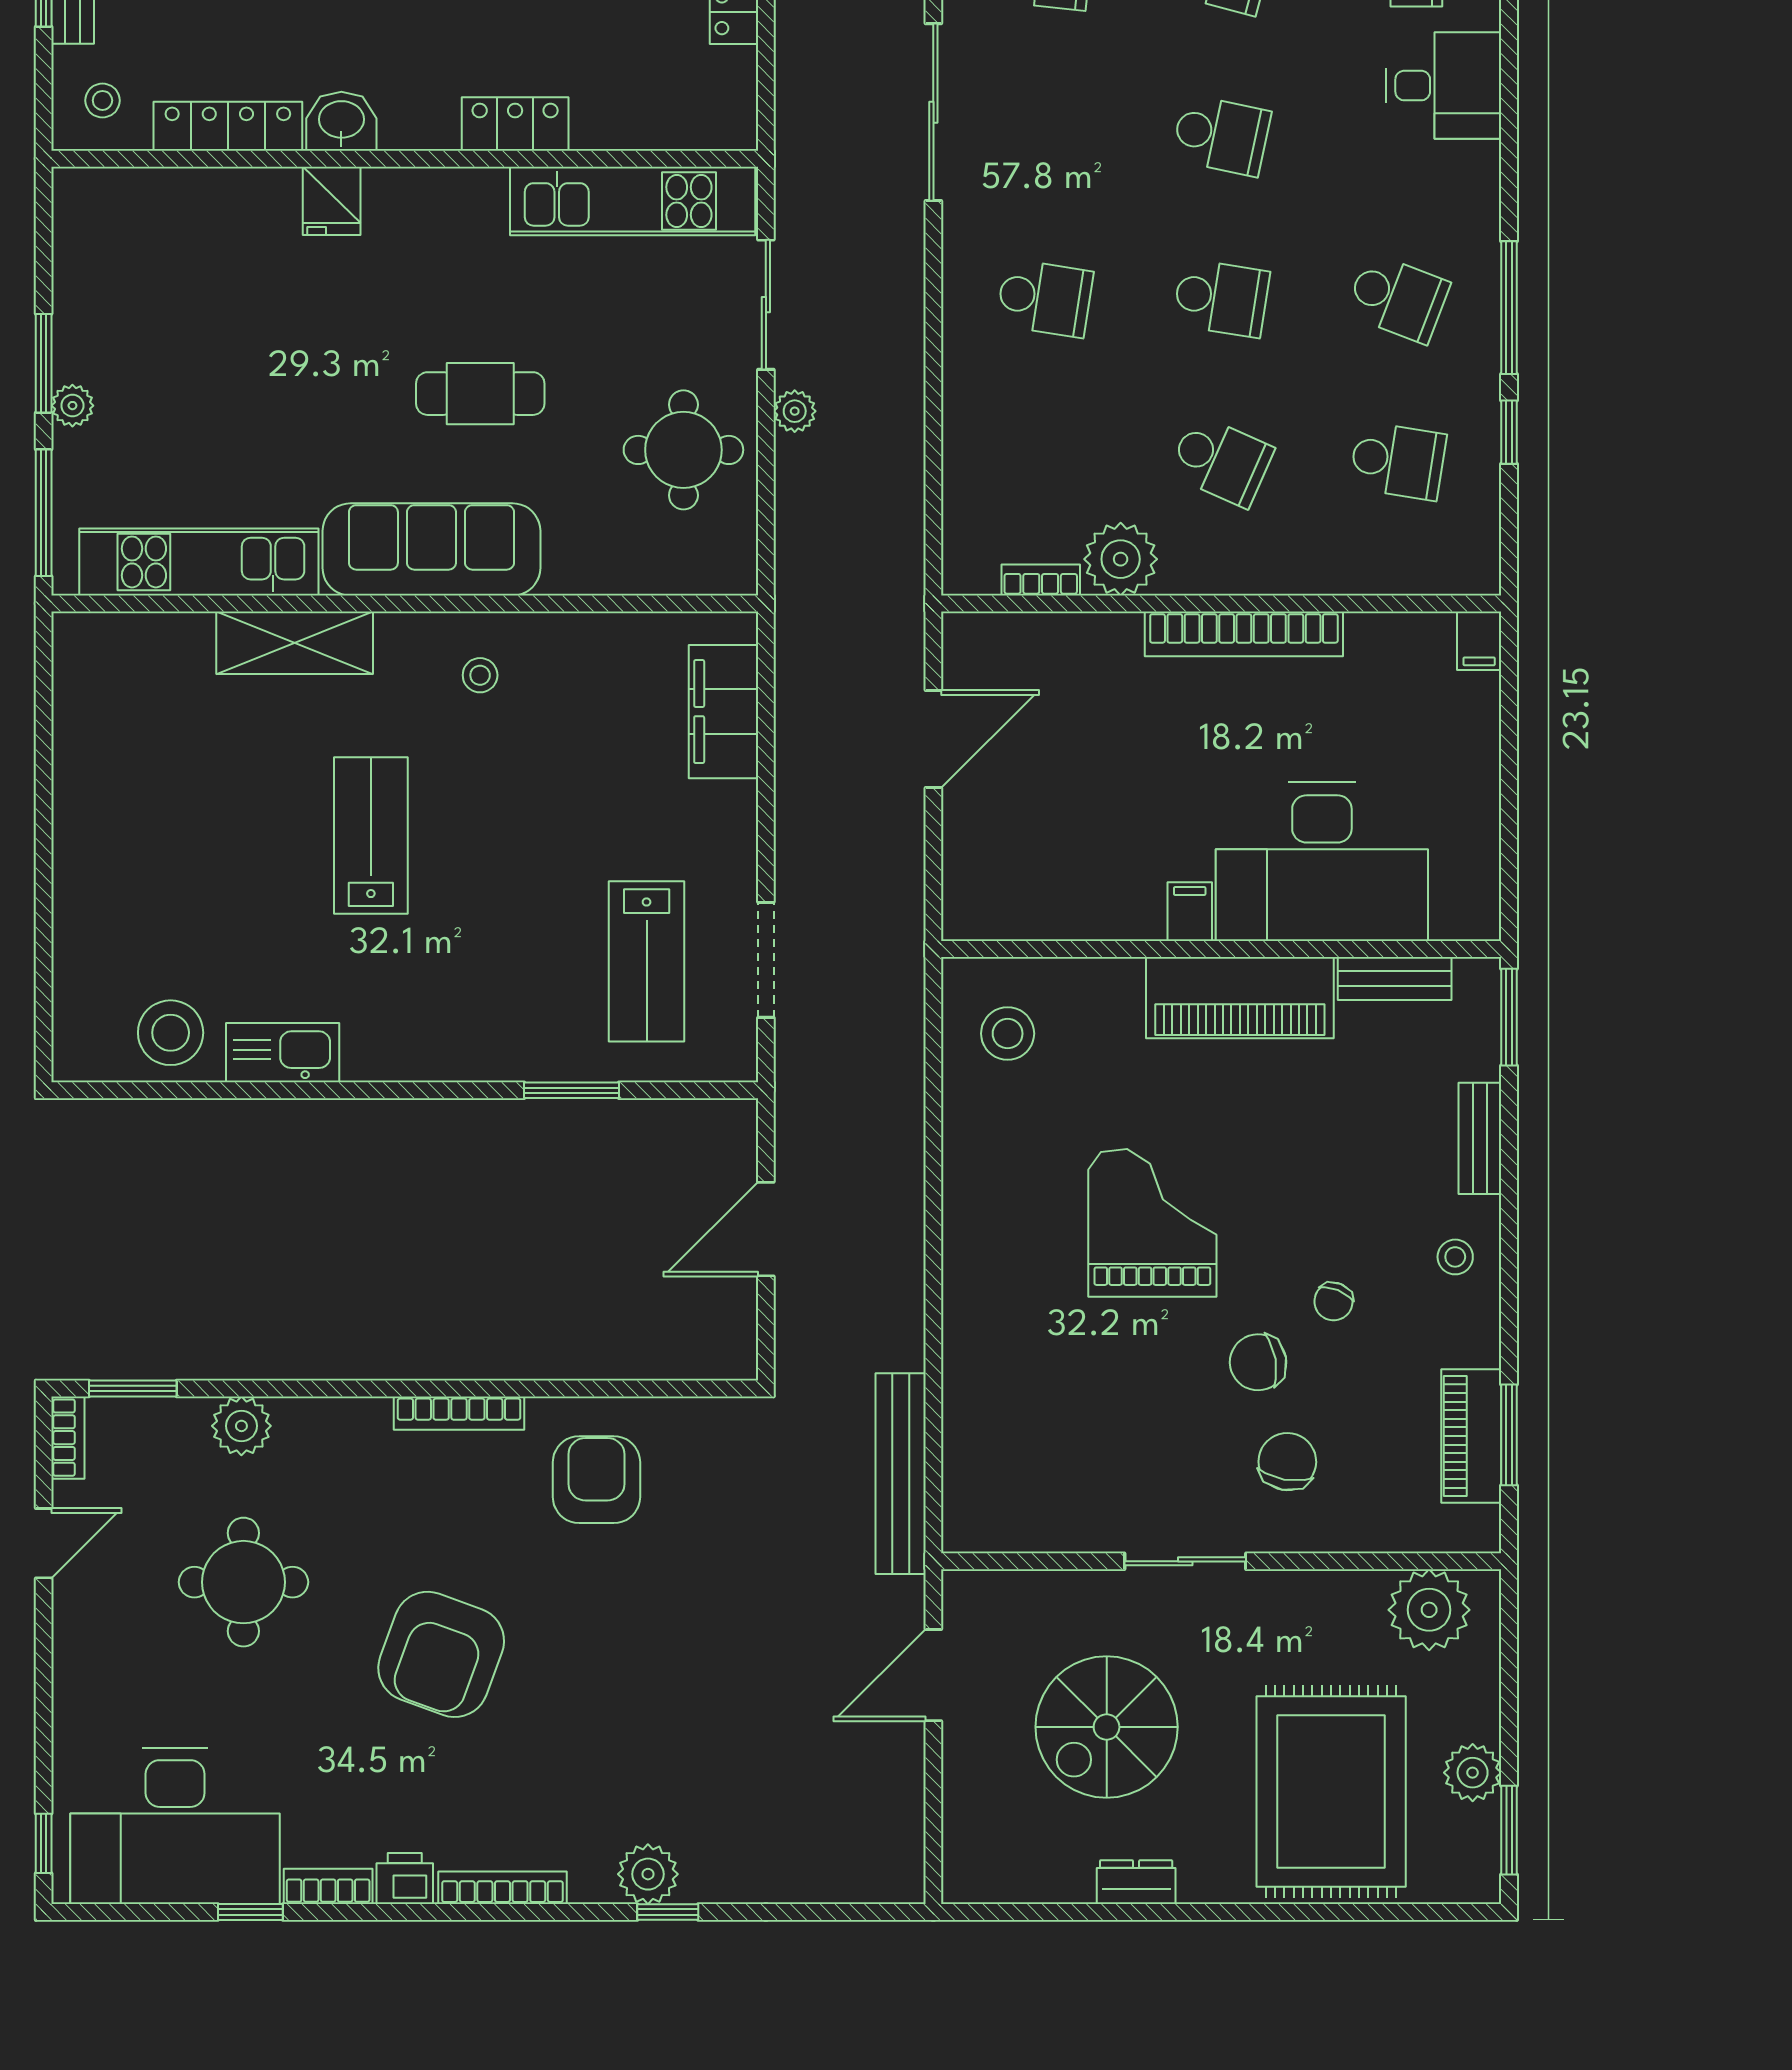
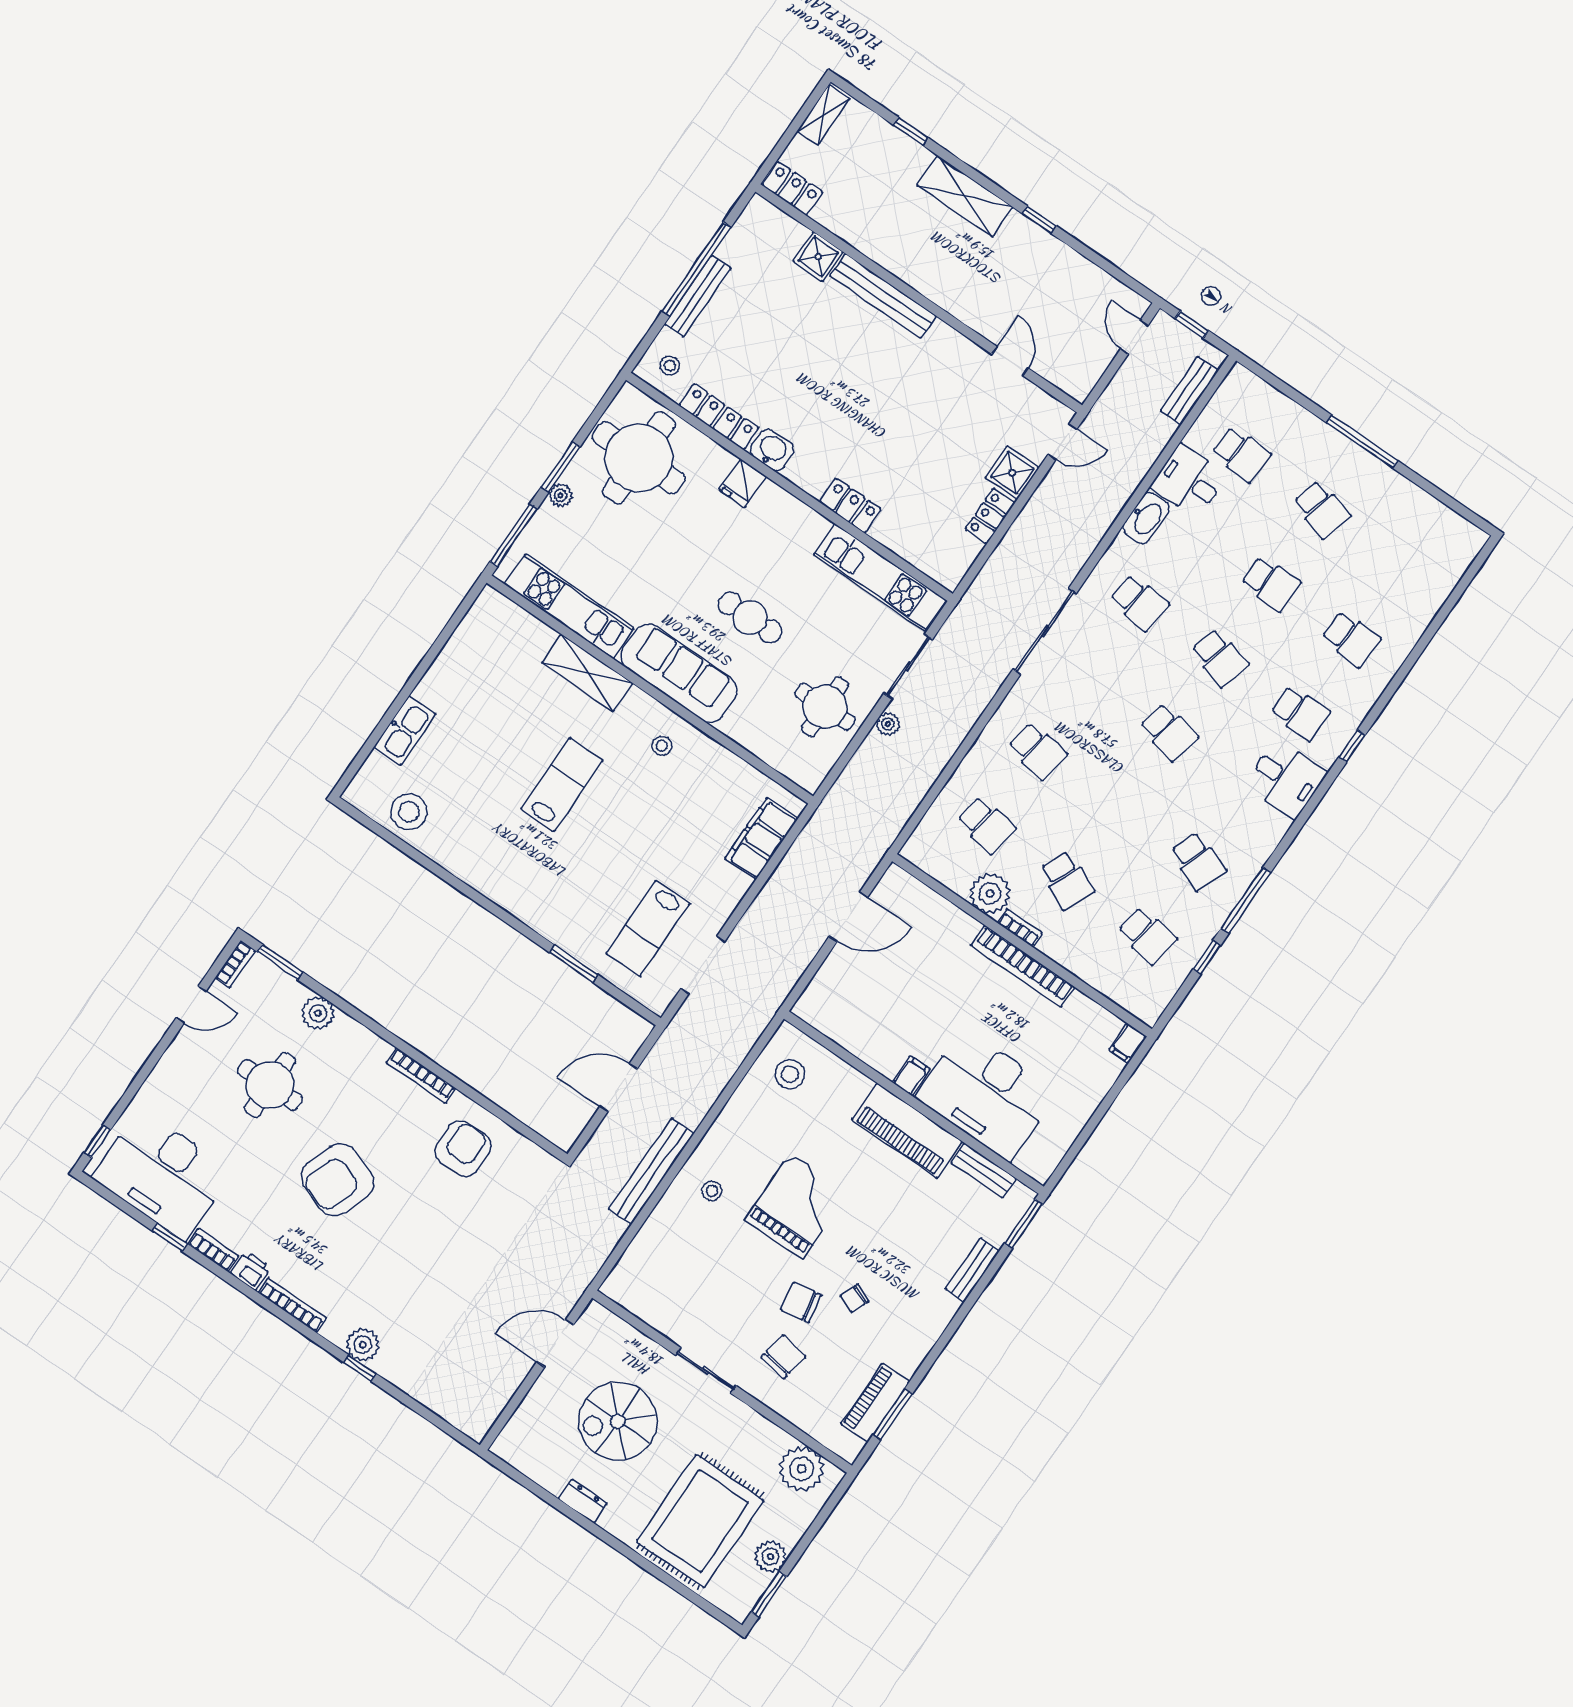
round table: (151, 270) -> (639, 458), added
school desk: (1221, 298) -> (986, 825), moved
bookcase: (1041, 580) -> (1020, 928), moved
kitchen sink: (283, 1053) -> (405, 730), moved, turned 90
stool: (1455, 1257) -> (712, 1191), moved
bench: (901, 1474) -> (651, 1171), moved

